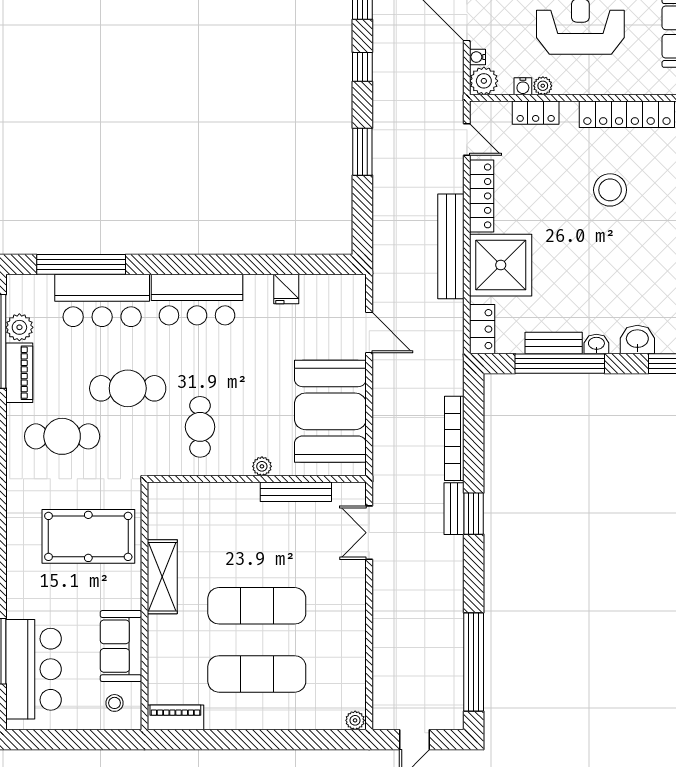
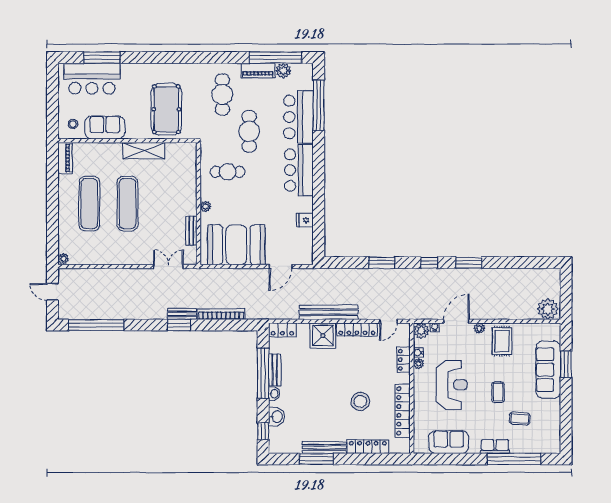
shower: (501, 265) -> (323, 336), width x0.73, depth x0.73
bench: (296, 492) -> (191, 231), width x0.73

